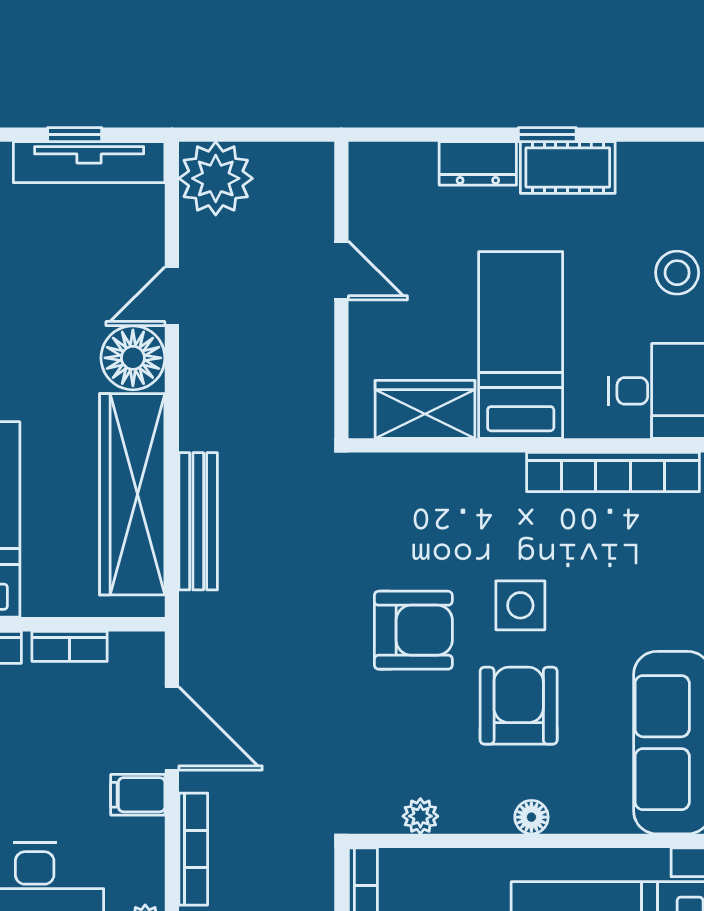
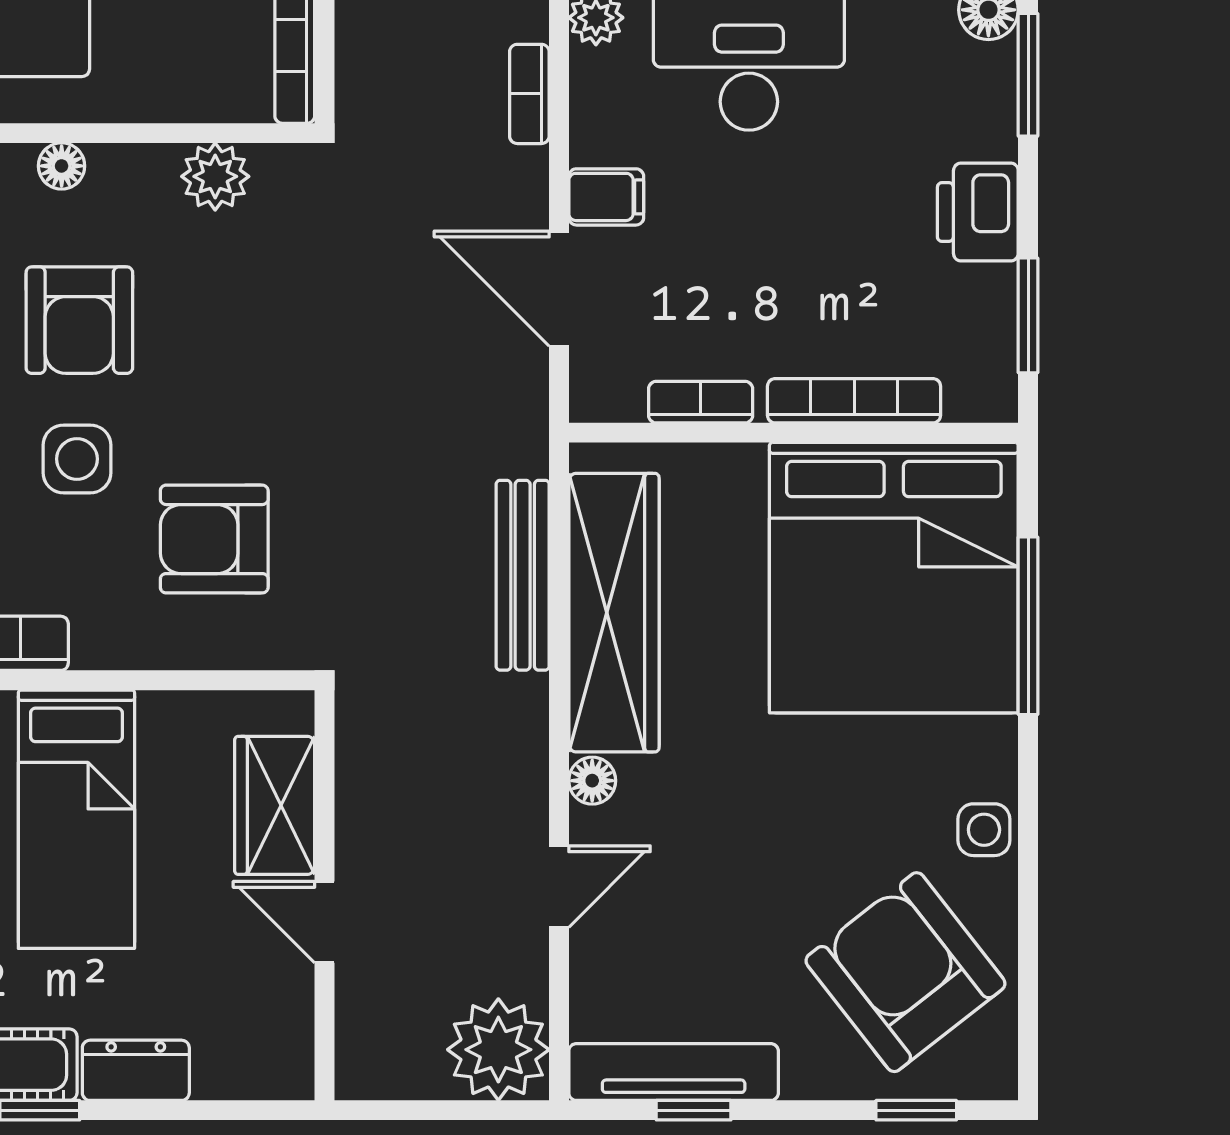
floor lamp: (133, 358) -> (592, 781), width x0.53, depth x0.53
wardrobe: (425, 409) -> (275, 805), moved, turned 90
armchair: (413, 630) -> (214, 539), moved
plant: (420, 816) -> (215, 176), width x1.38, depth x1.38
bookcase: (193, 849) -> (529, 94), width x0.64

